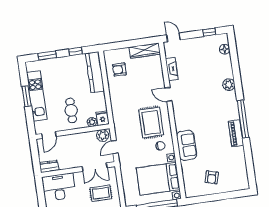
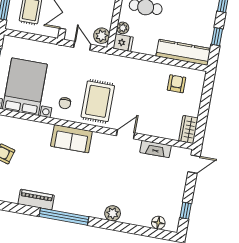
wardrobe: (145, 51) -> (188, 129), width x0.67
rug: (151, 122) -> (98, 101), turned 90
piano: (236, 133) -> (36, 200), moved
sofa: (186, 145) -> (71, 139), moved

